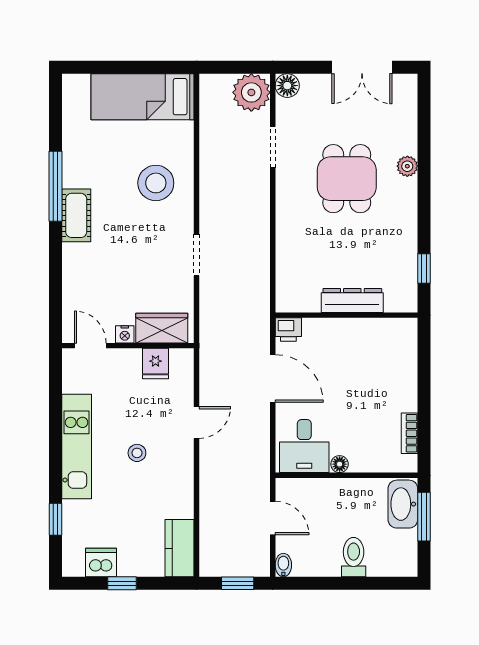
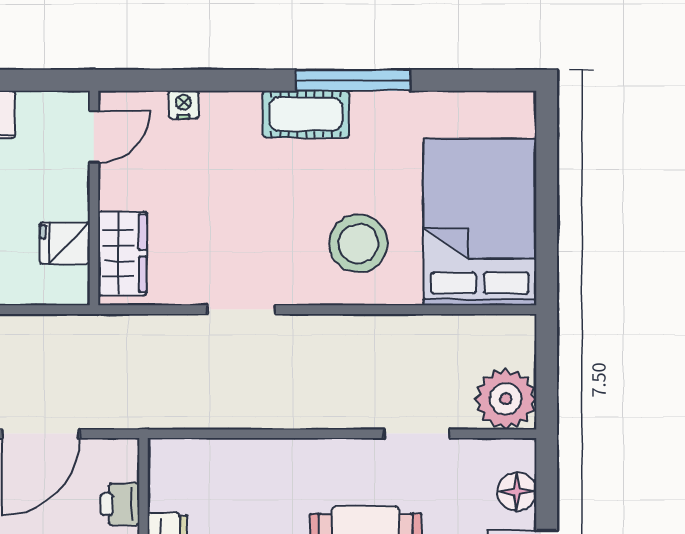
floor lamp: (287, 86) -> (517, 492), moved
bed: (143, 97) -> (480, 222), width x1.50
printer: (288, 329) -> (120, 504), moved
nightstand: (125, 334) -> (183, 105), moved, turned 90

